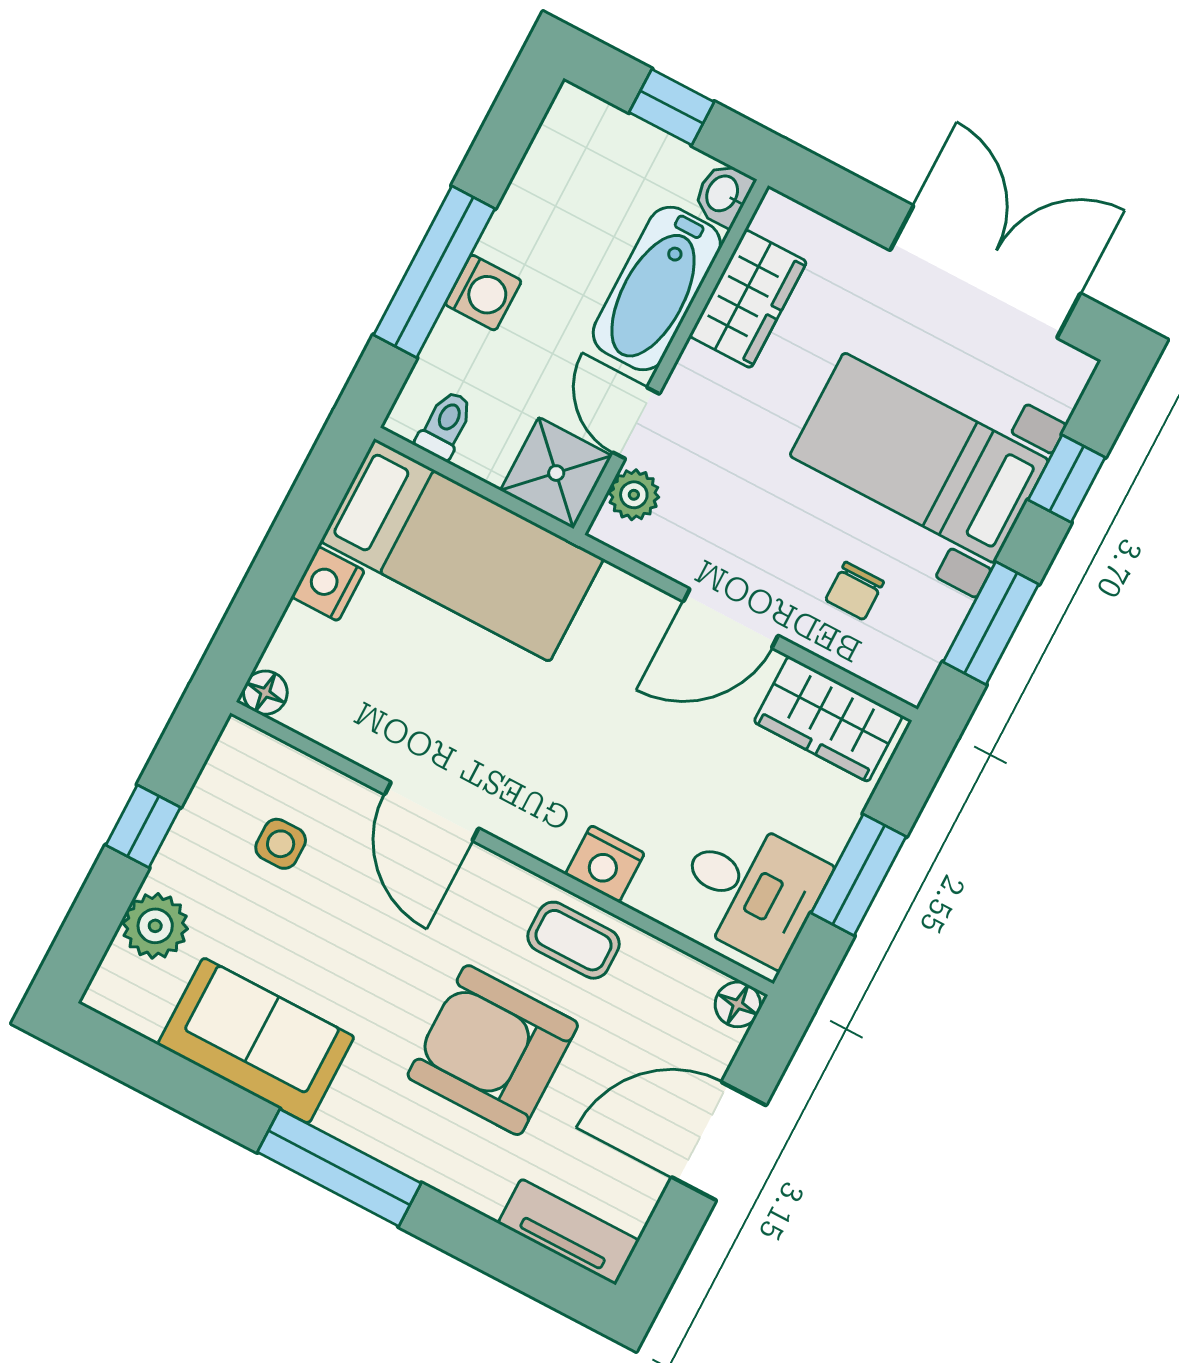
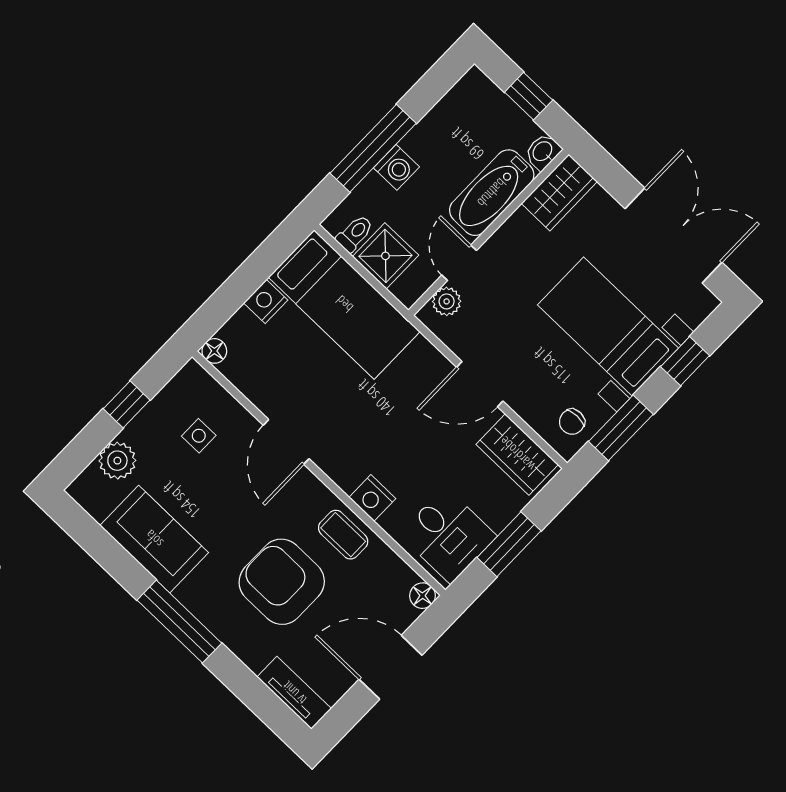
wardrobe: (748, 299) -> (559, 192), moved
shower: (556, 473) -> (385, 256), moved
chair: (855, 591) -> (572, 422), moved

